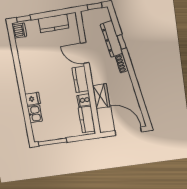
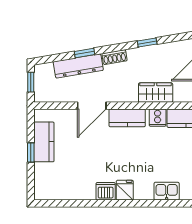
window: (24, 19) -> (31, 152), moved
dishwasher: (19, 31) -> (106, 191), moved
window: (136, 85) -> (147, 43), added
fridge: (33, 99) -> (125, 190), moved

